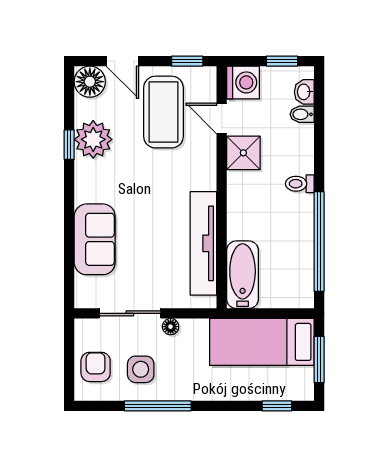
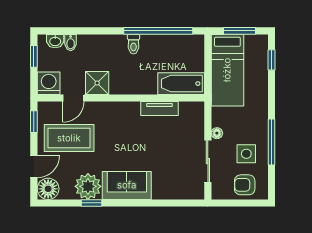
toilet: (300, 184) -> (134, 44), moved
sofa: (95, 239) -> (127, 185), moved
tv unit: (203, 243) -> (159, 109), width x0.52, depth x0.78

